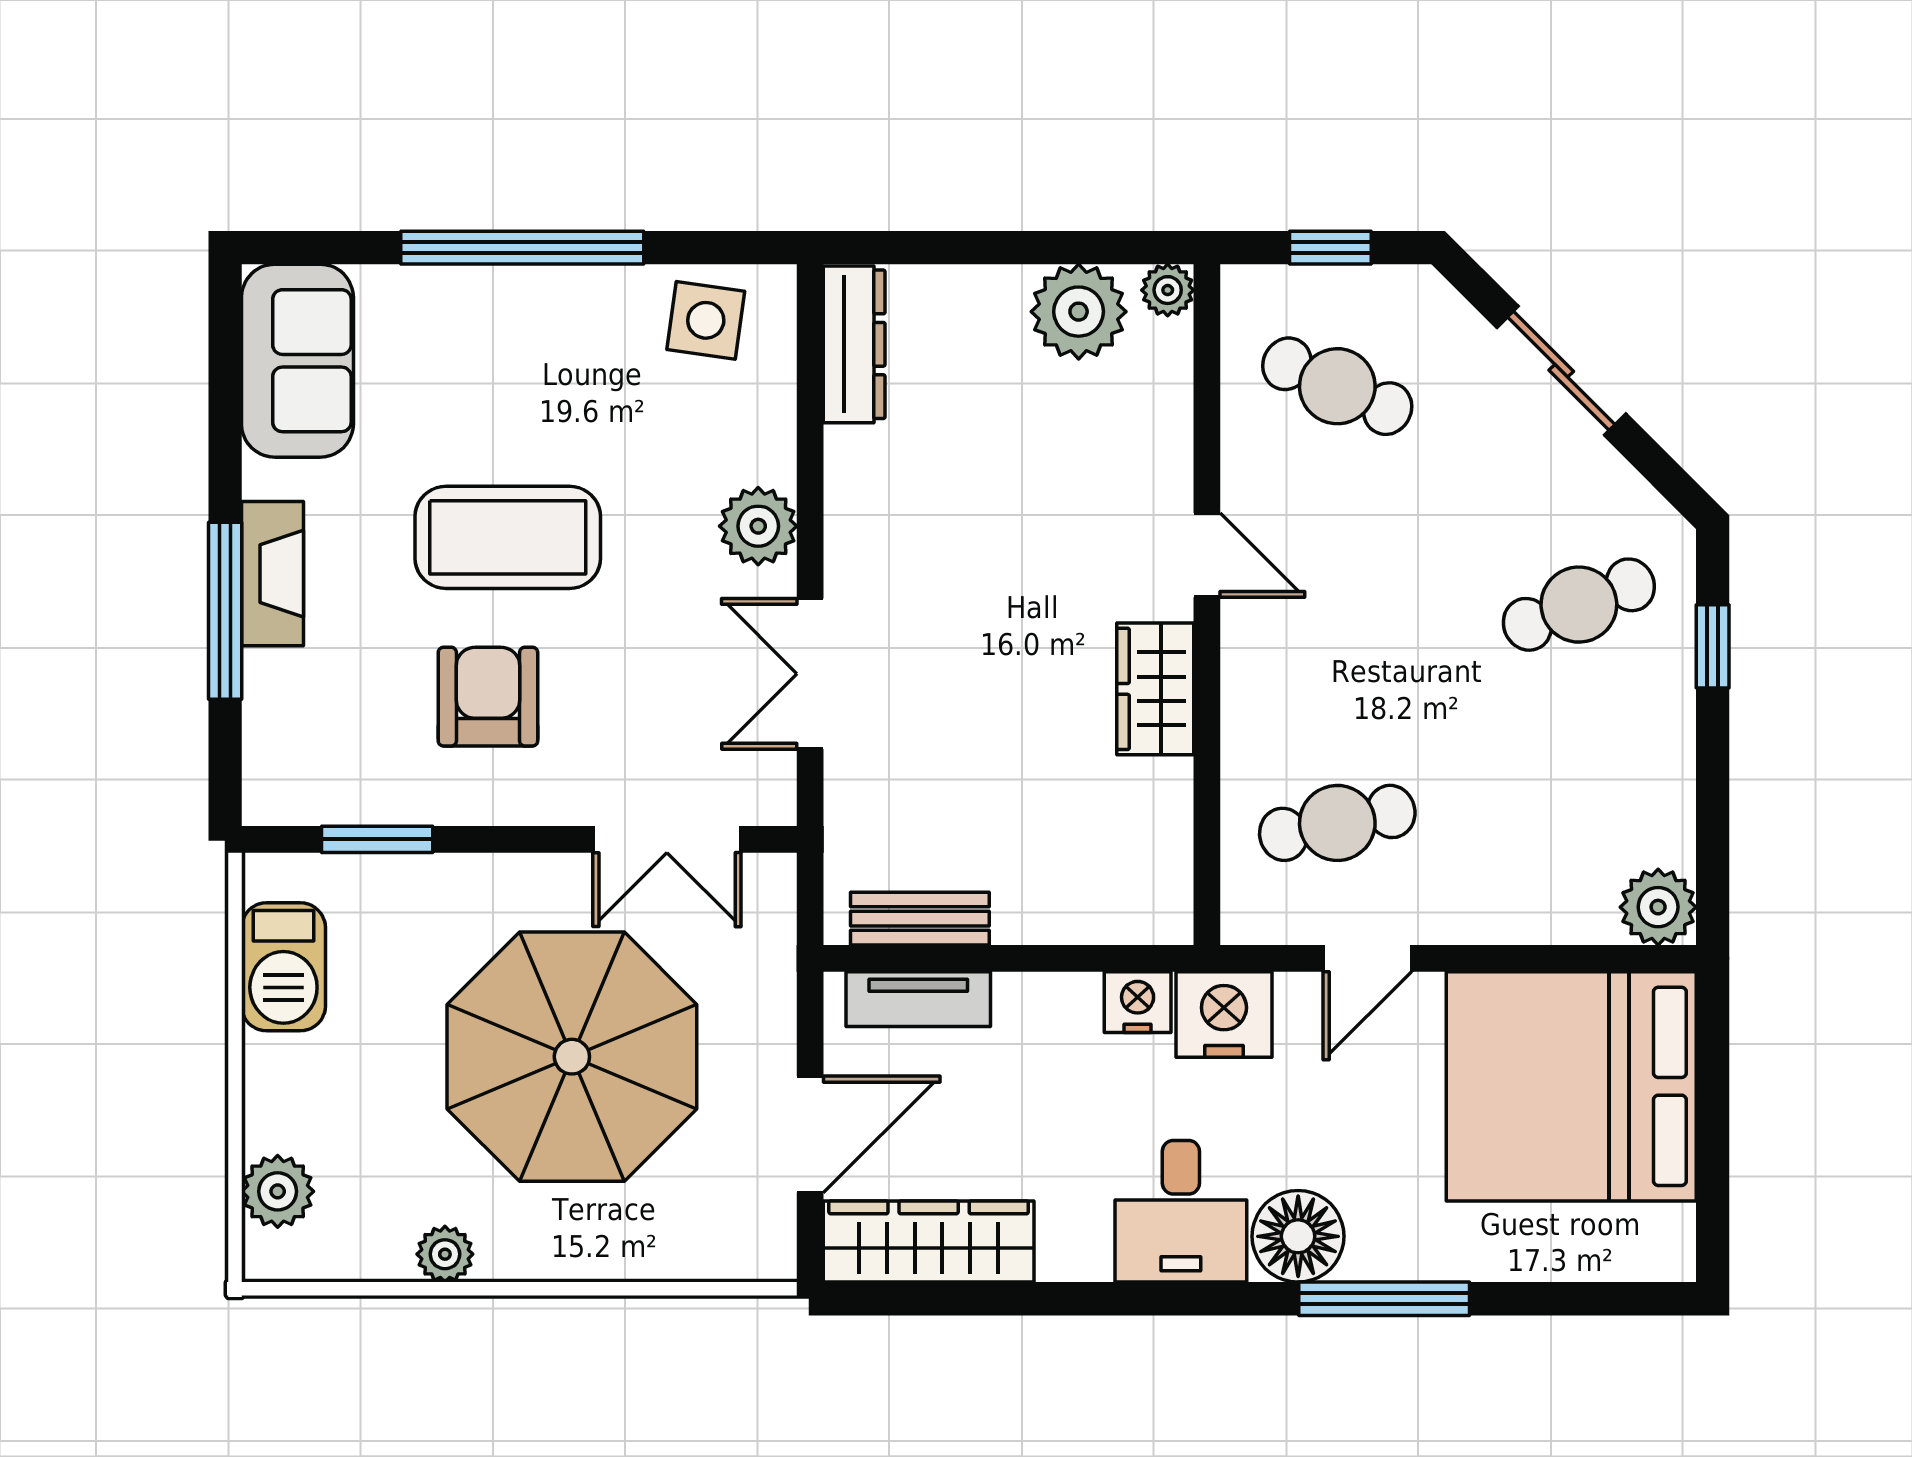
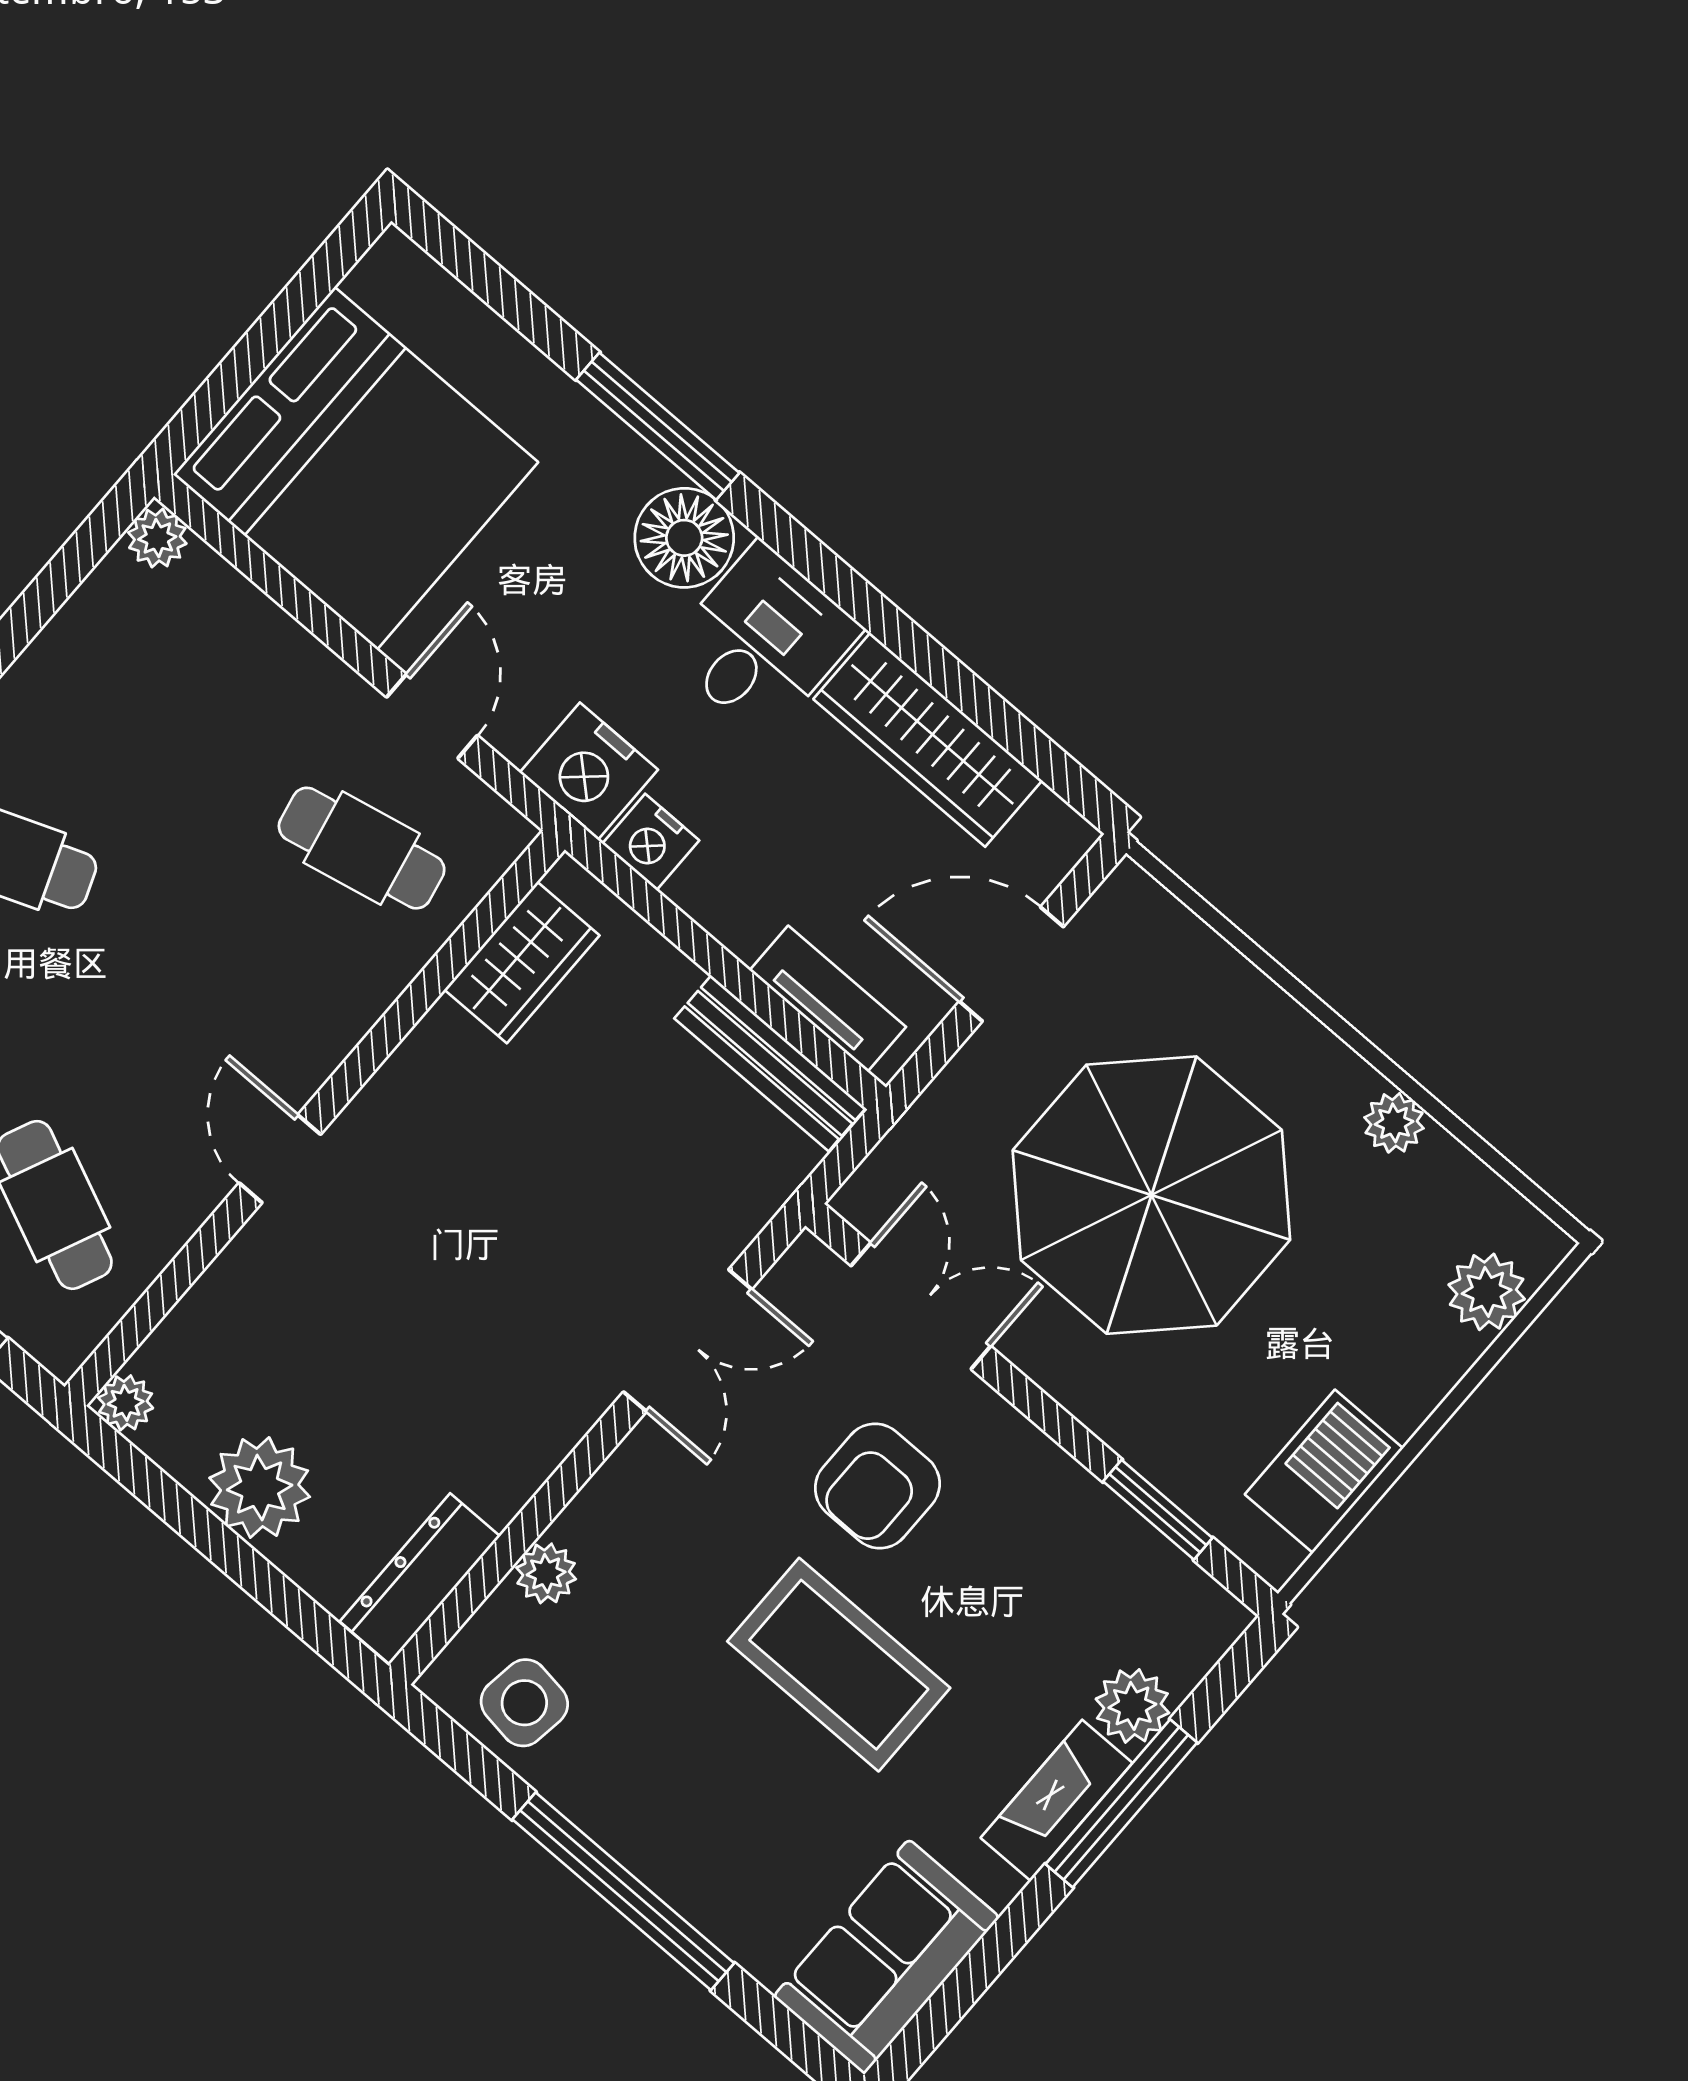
plant: (1079, 312) -> (260, 1487), moved
plant: (758, 526) -> (546, 1573), moved, width x0.73, depth x0.73
plant: (276, 686) -> (1132, 1706), added
wardrobe: (1155, 689) -> (522, 962), moved
armchair: (488, 697) -> (877, 1486), moved
plant: (1658, 907) -> (157, 538), width x0.73, depth x0.73
bench: (920, 919) -> (770, 1063), width x1.36
door: (1367, 958) -> (432, 716), hinge flipped
wardrobe: (929, 1242) -> (928, 740), moved

